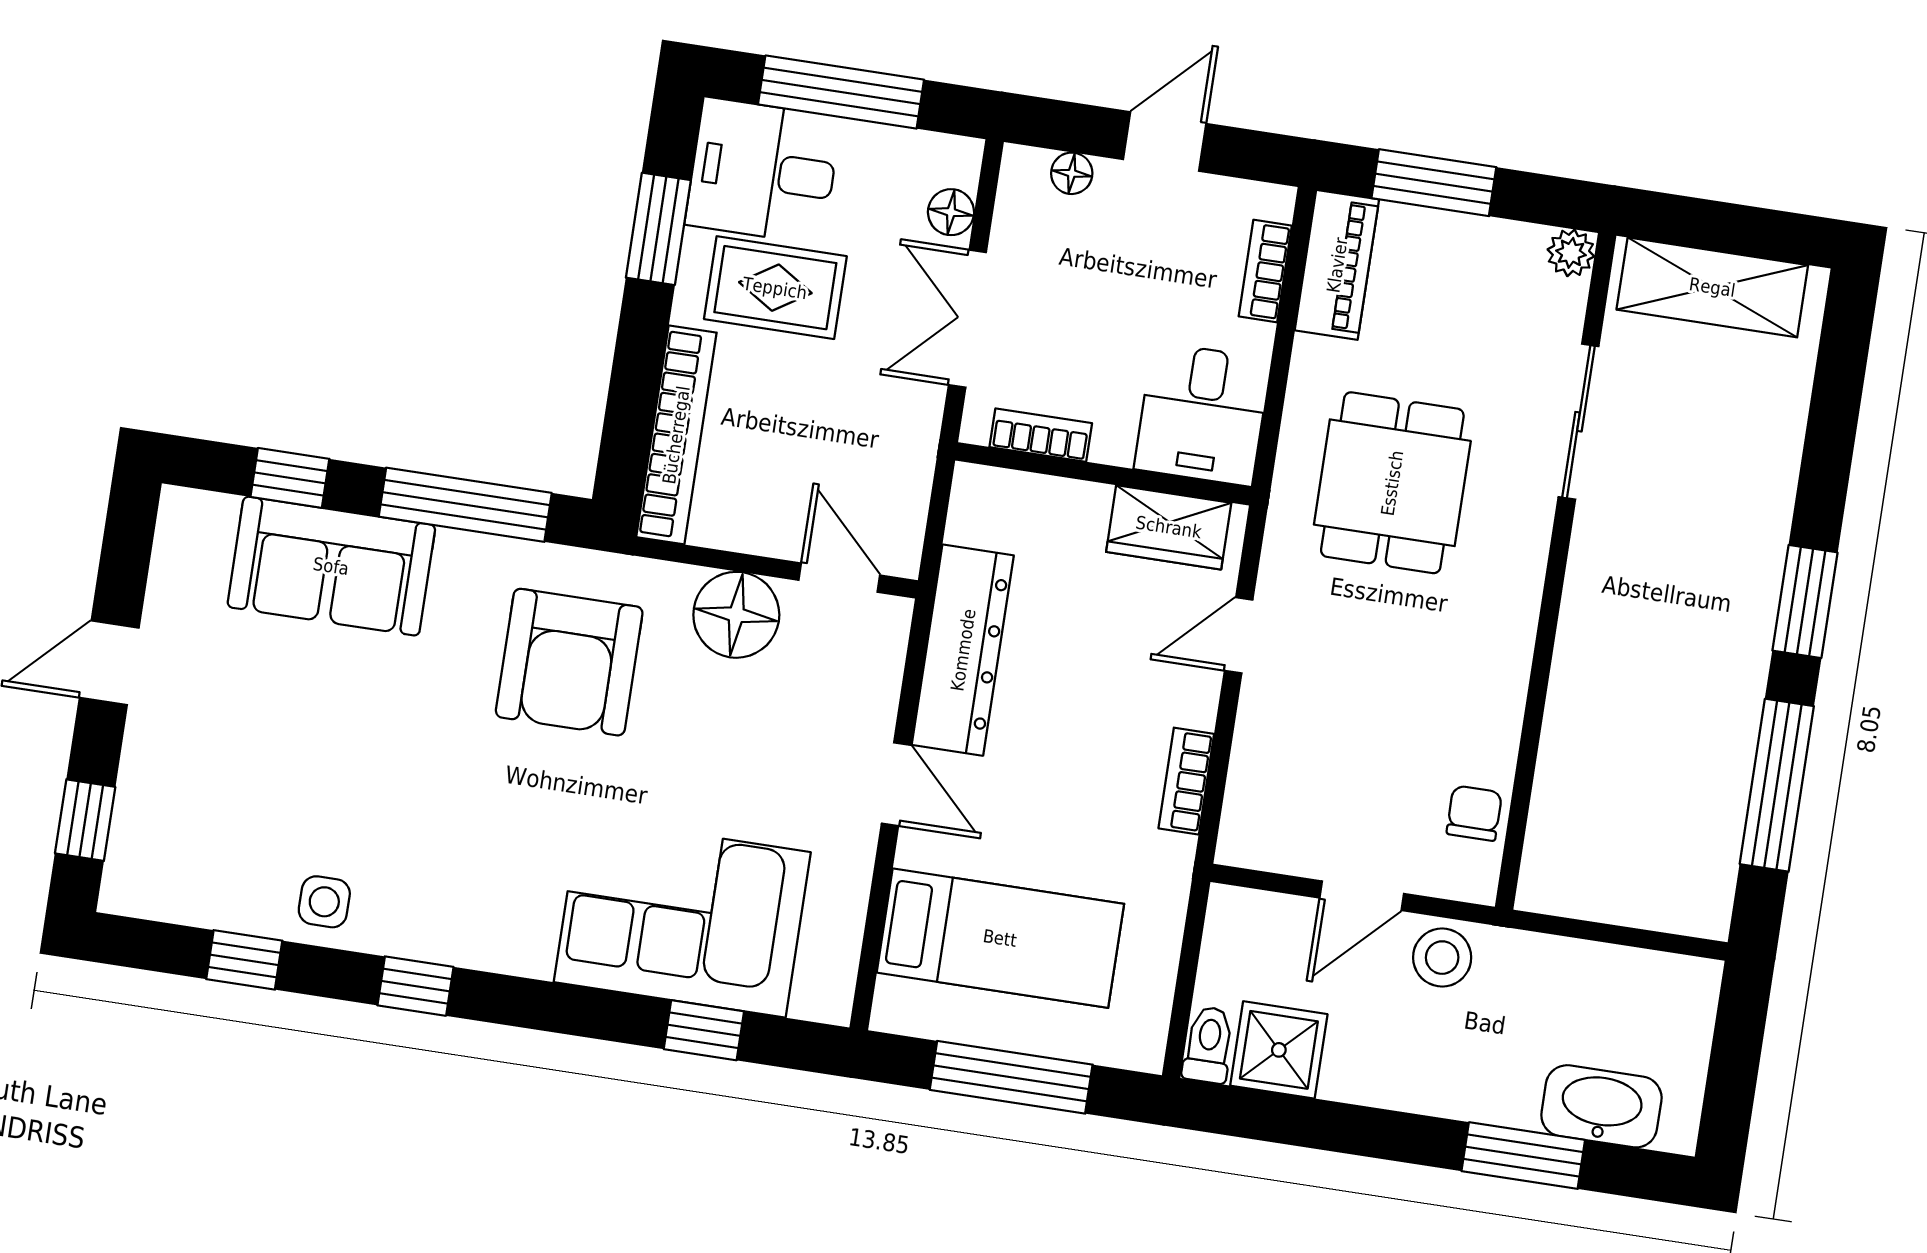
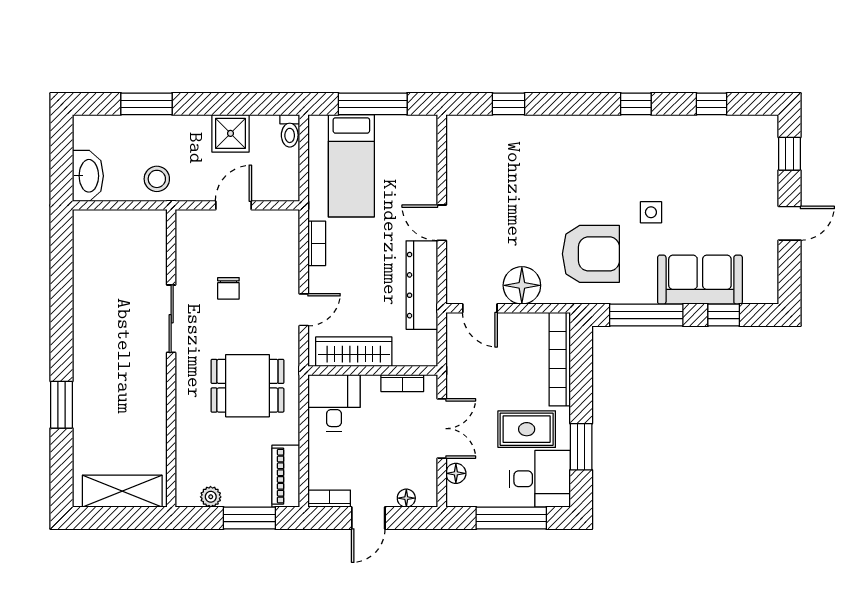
plant: (1571, 253) -> (211, 497), moved
bookcase: (1265, 271) -> (329, 499), moved, turned -90
sliding door: (1579, 422) -> (171, 319), moved
dining table: (1392, 483) -> (247, 386), turned 90
wardrobe: (1169, 527) -> (354, 352), width x1.50
window: (1805, 601) -> (61, 405), moved
armchair: (569, 662) -> (591, 254), turned 90
window: (1777, 785) -> (61, 281), removed
chair: (1474, 813) -> (228, 288), moved
side table: (324, 902) -> (651, 212), moved
corner sofa: (682, 917) -> (525, 151), removed
bed: (1000, 938) -> (351, 166), moved, turned -90
stool: (1442, 958) -> (157, 179), moved
shower: (1279, 1050) -> (230, 133), moved
washbasin: (1601, 1106) -> (88, 176), moved, turned -90

